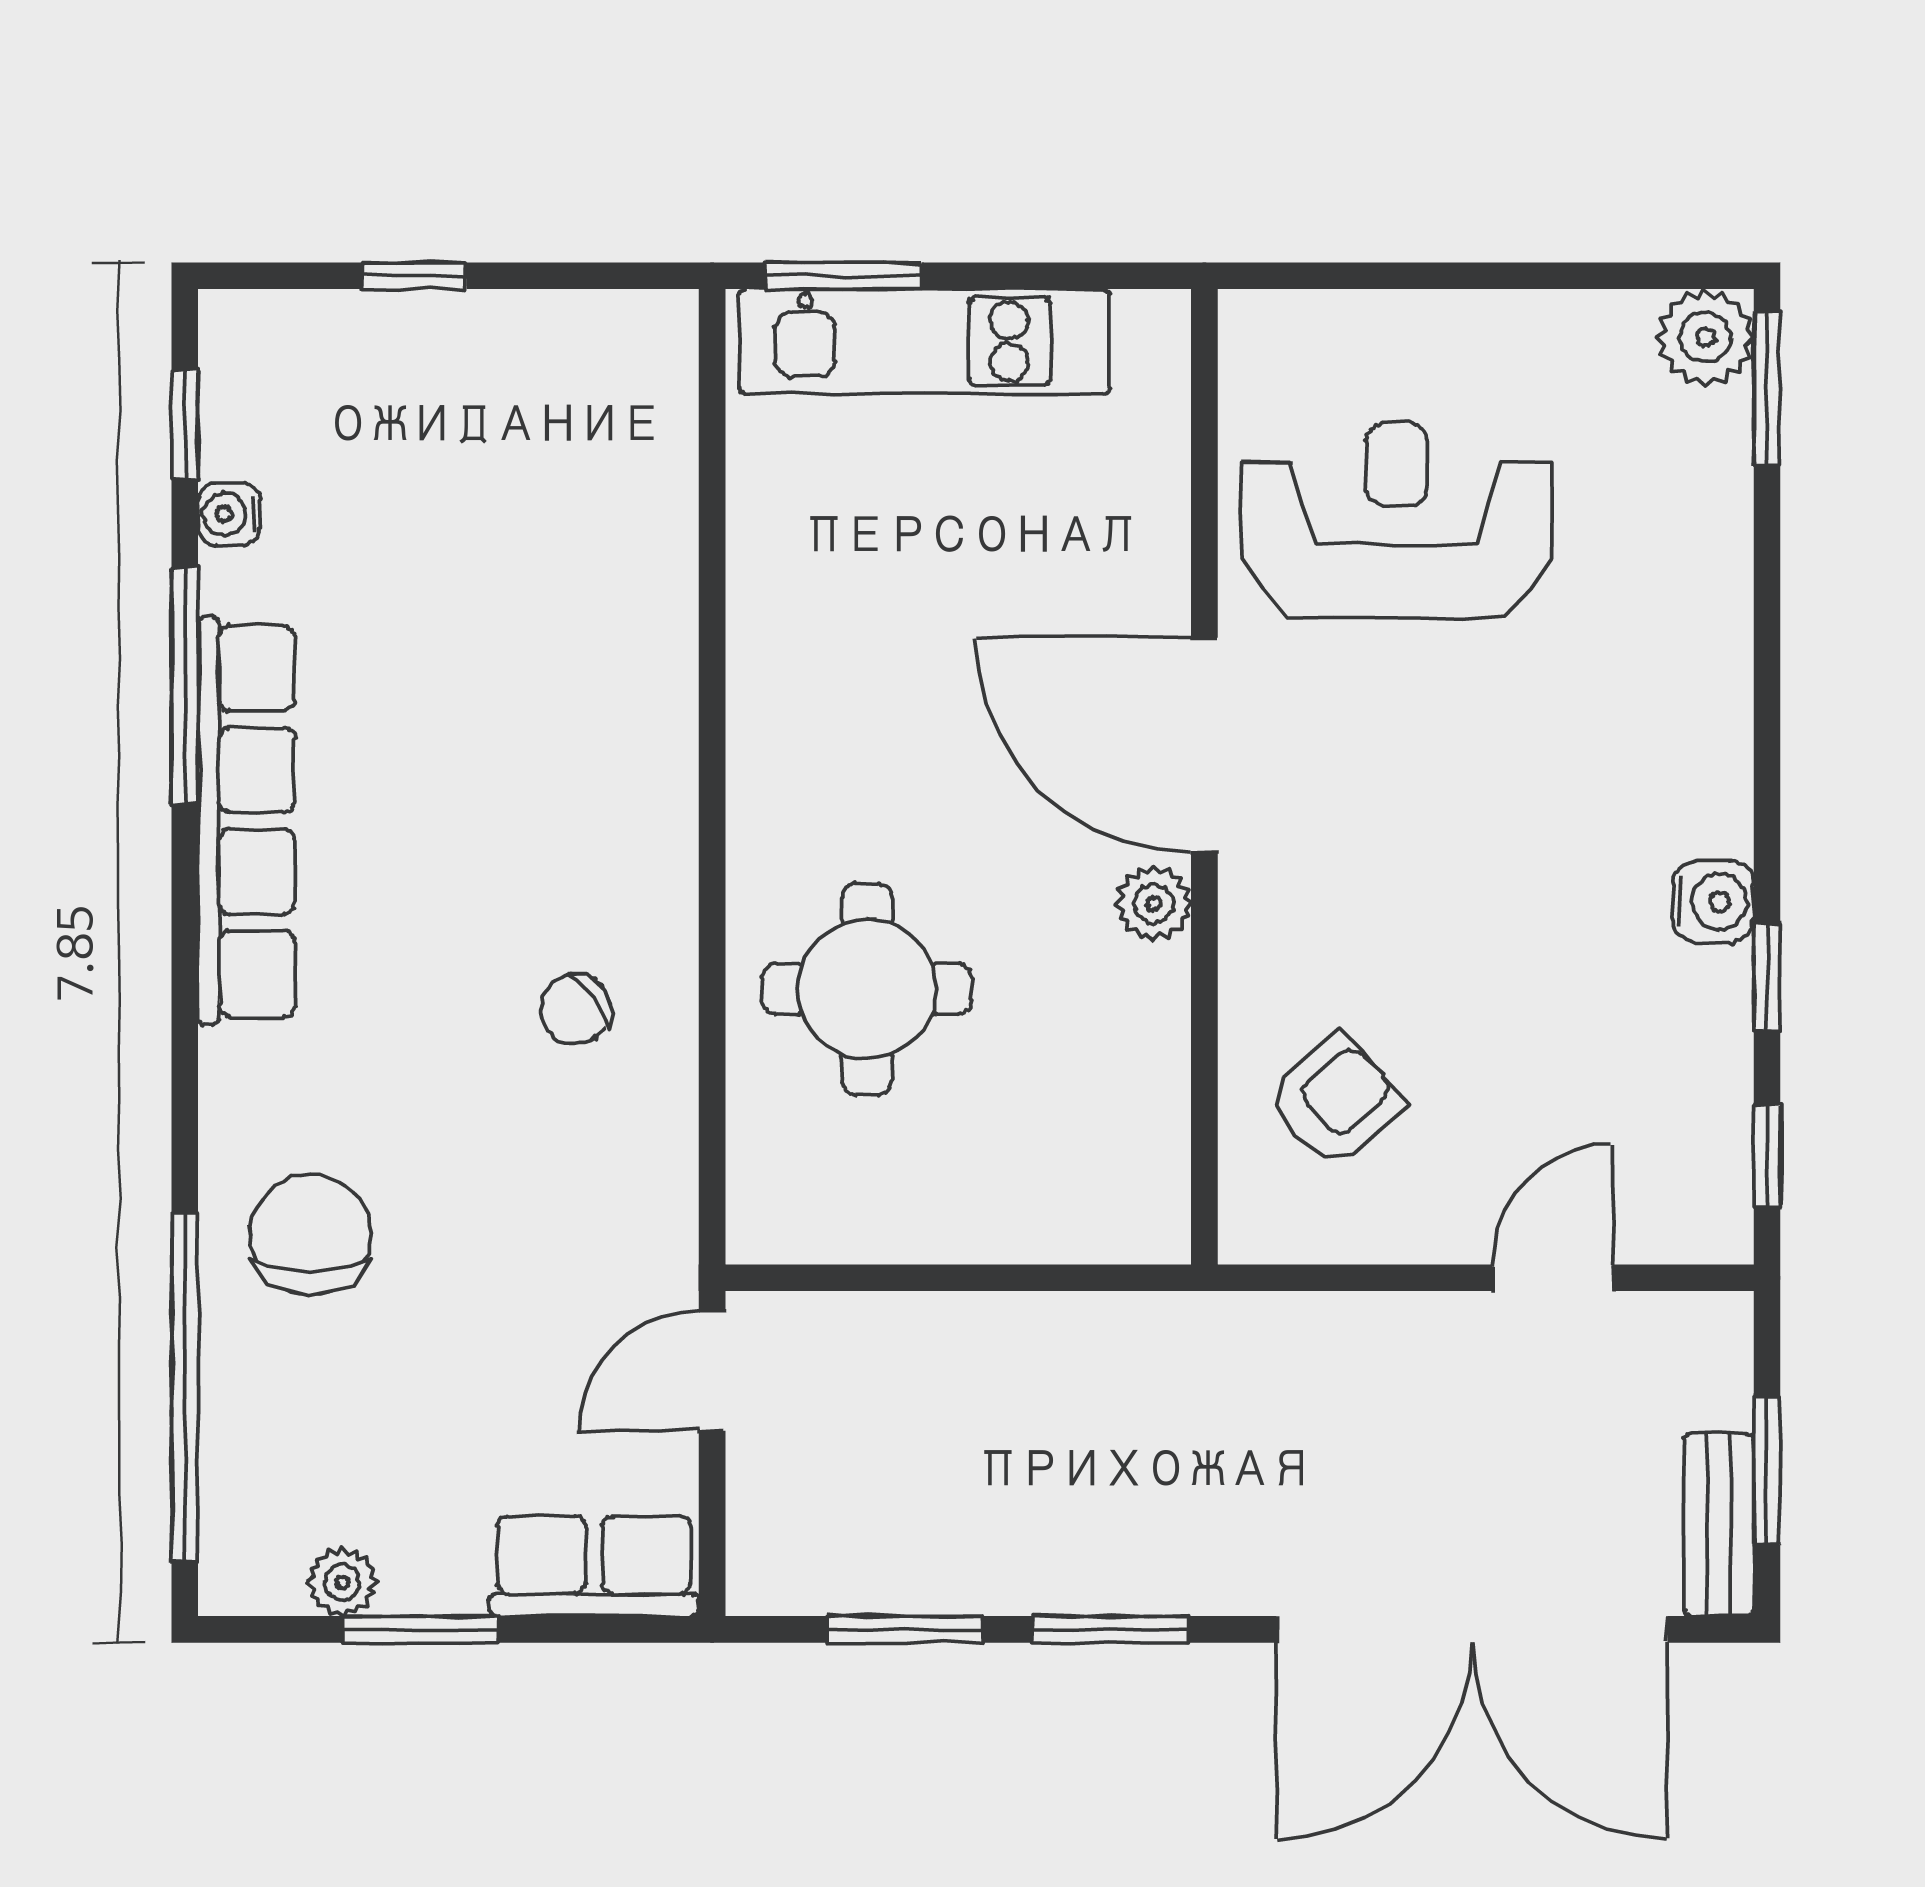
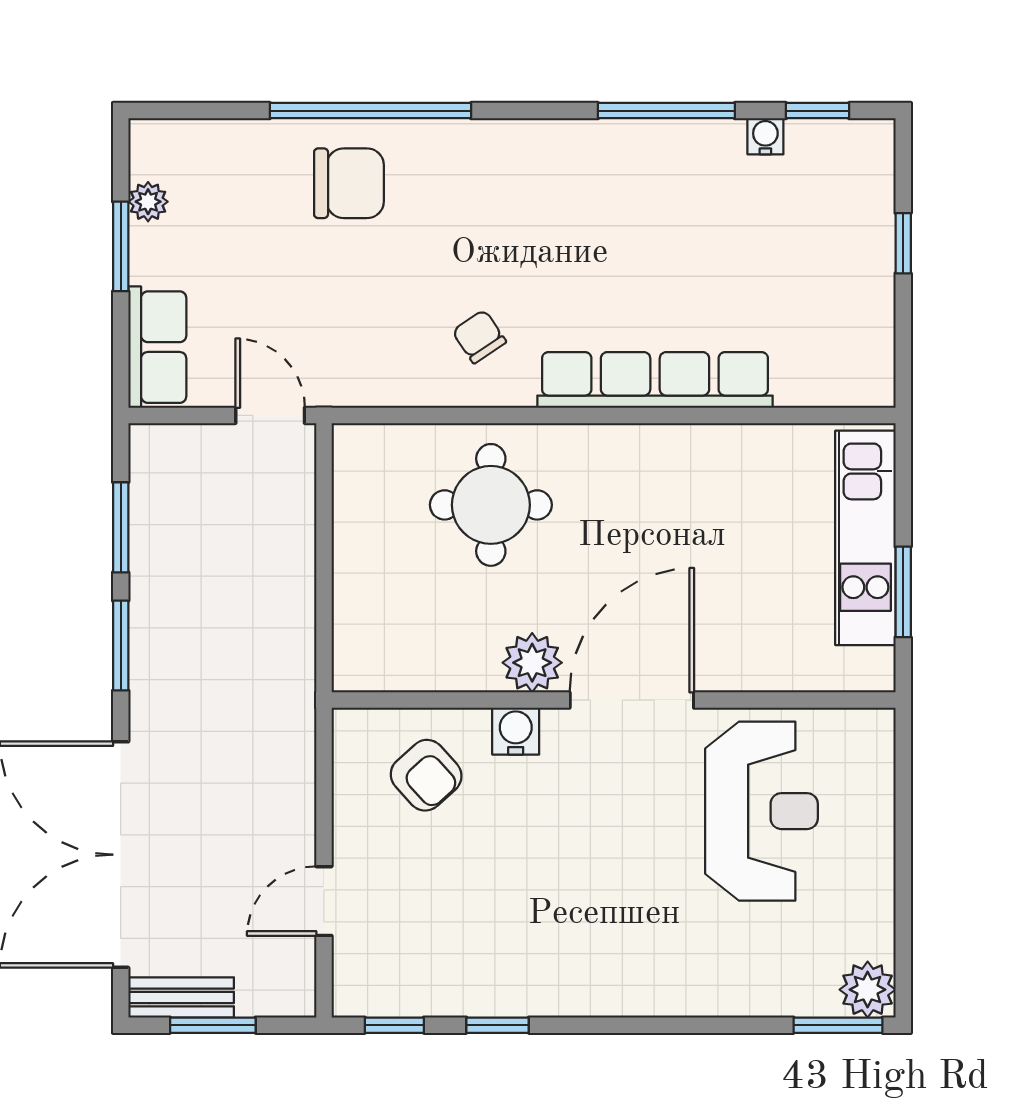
window: (843, 276) -> (903, 592), moved
row of seats: (246, 821) -> (655, 380), moved, turned 180
water cooler: (1713, 902) -> (516, 731), moved, turned 180
plant: (1154, 904) -> (532, 663), width x1.38, depth x1.38
door: (1552, 1278) -> (324, 901), swing flipped
window: (185, 1387) -> (370, 111), moved

